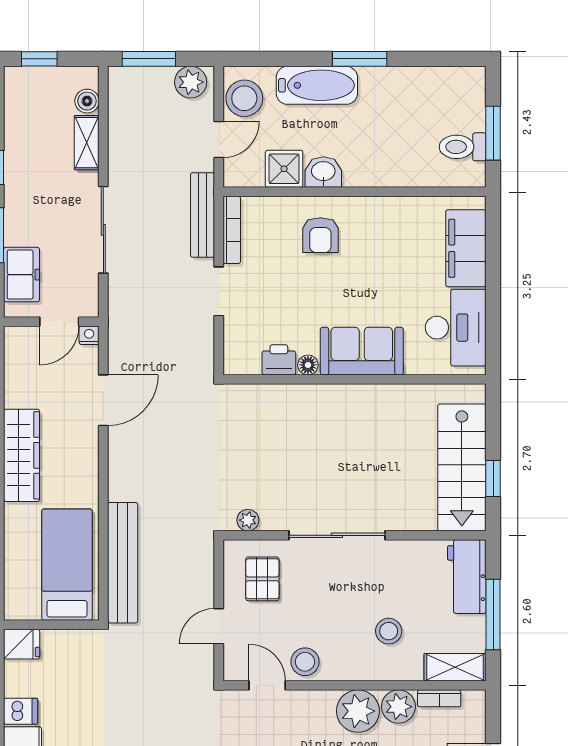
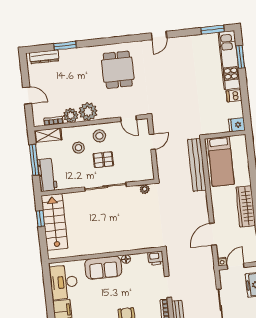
printer: (279, 360) -> (156, 258), moved
pallet: (262, 579) -> (103, 160), moved, turned 90
stool: (305, 662) -> (99, 136), moved

